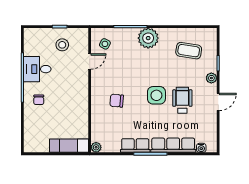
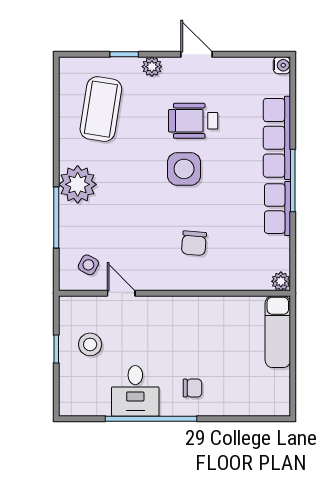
coffee table: (189, 51) -> (101, 109), width x1.36, depth x1.32
water cooler: (201, 148) -> (282, 65), moved

